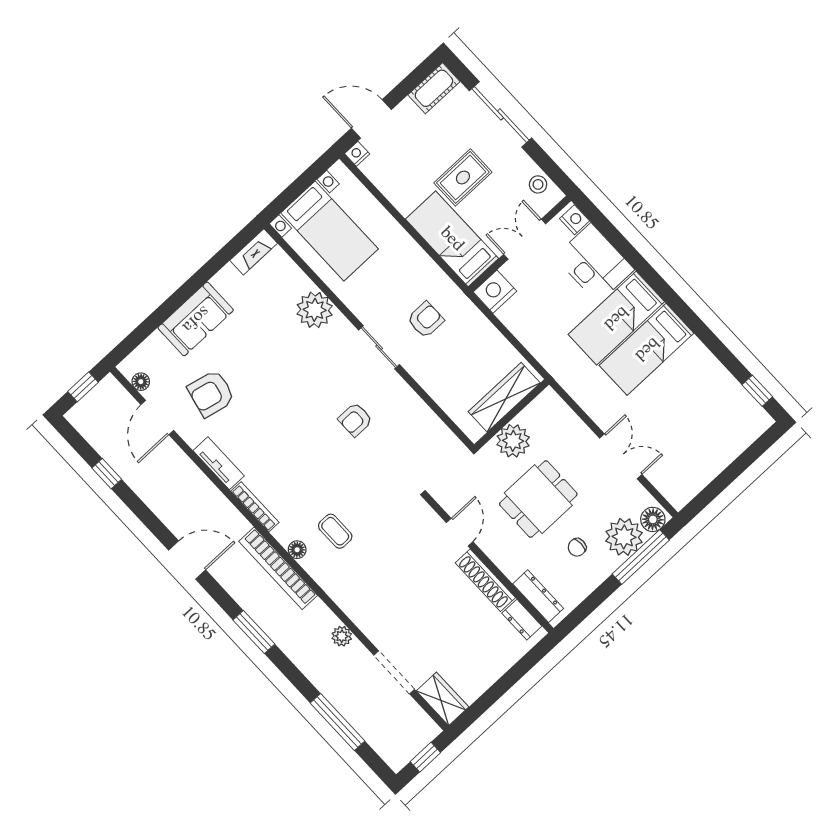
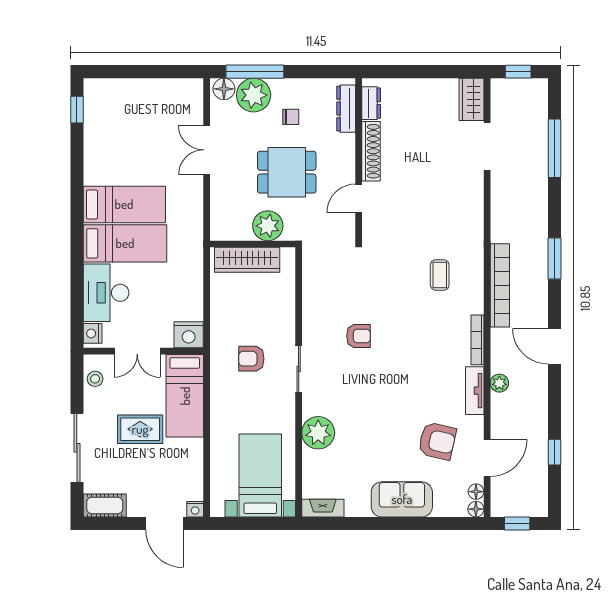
floor lamp: (297, 550) -> (476, 509), moved
plant: (342, 636) -> (499, 383), moved

